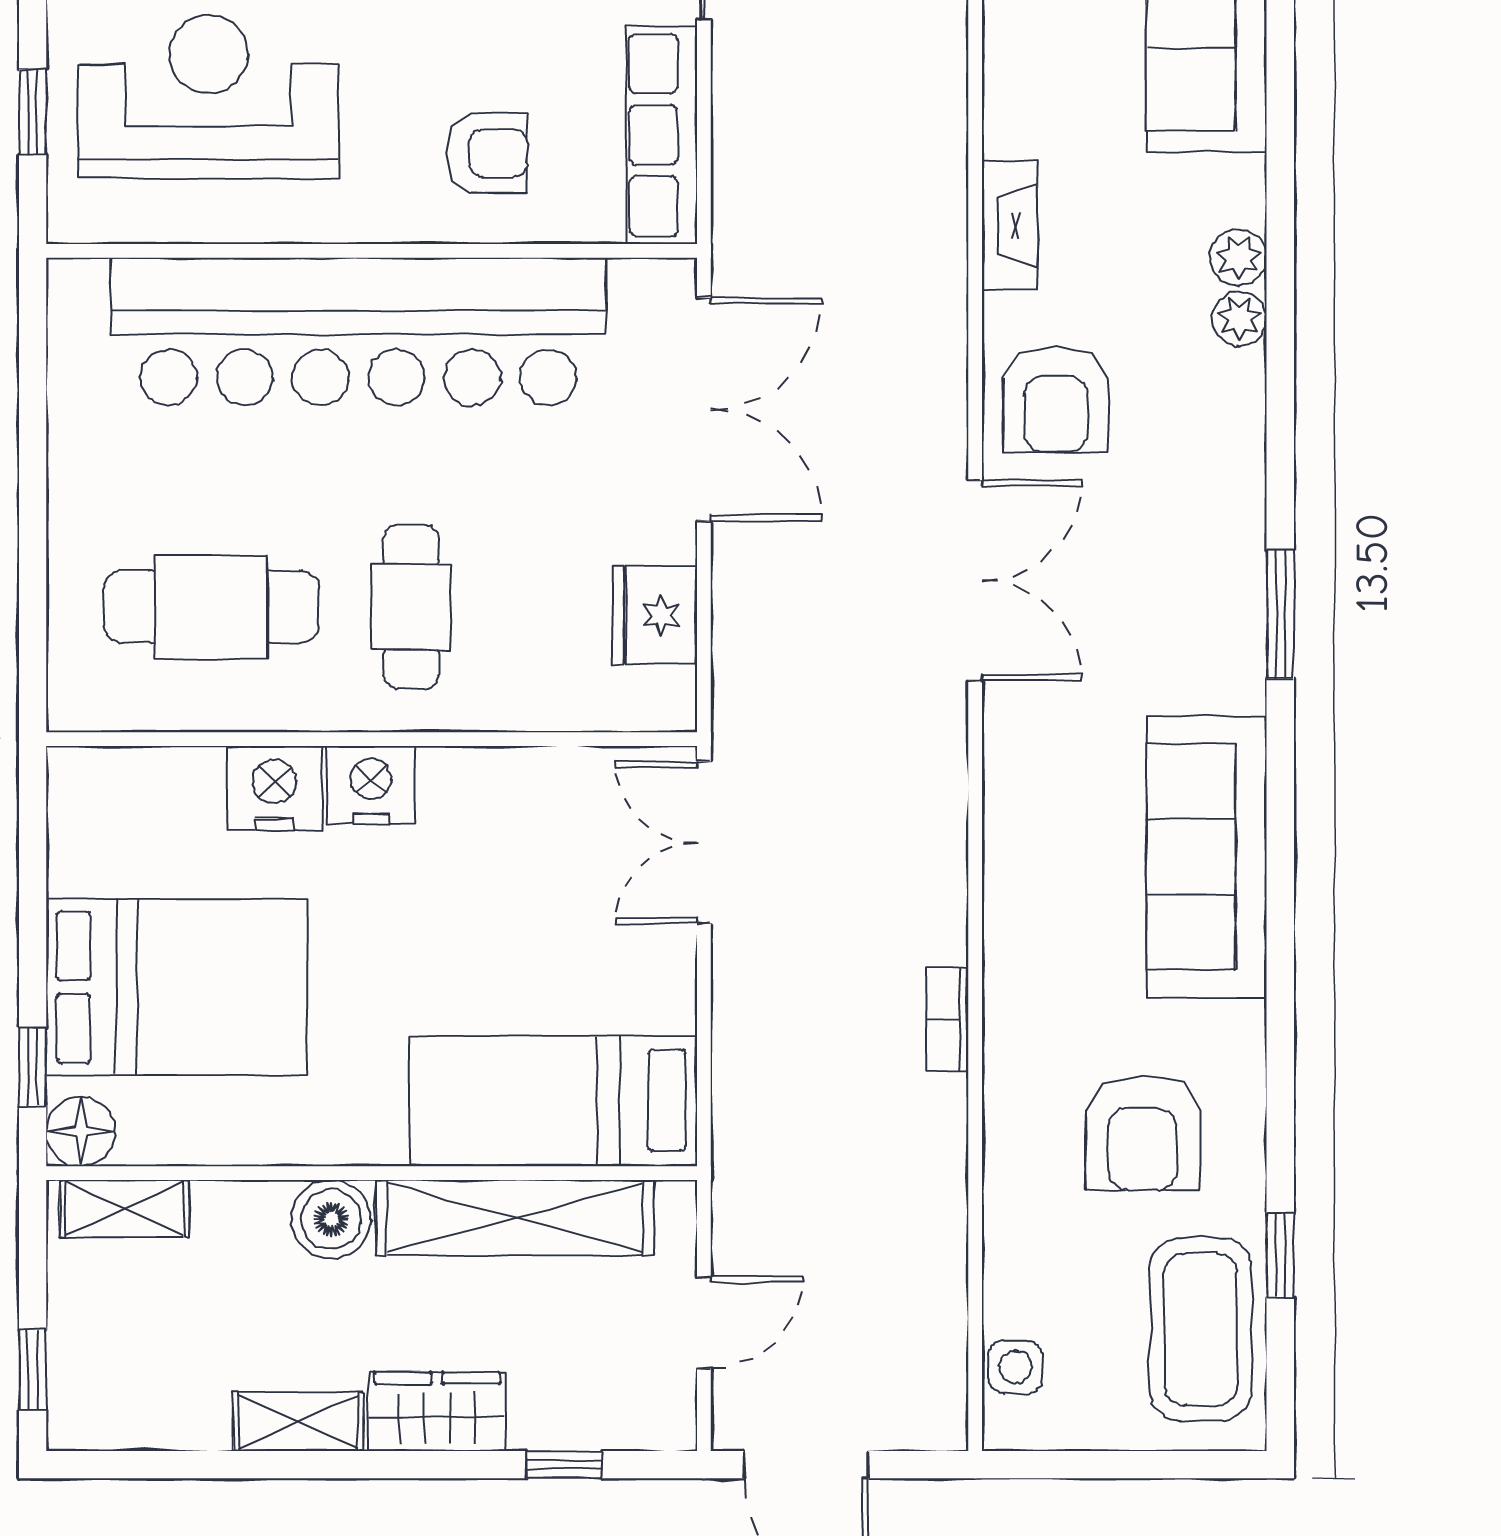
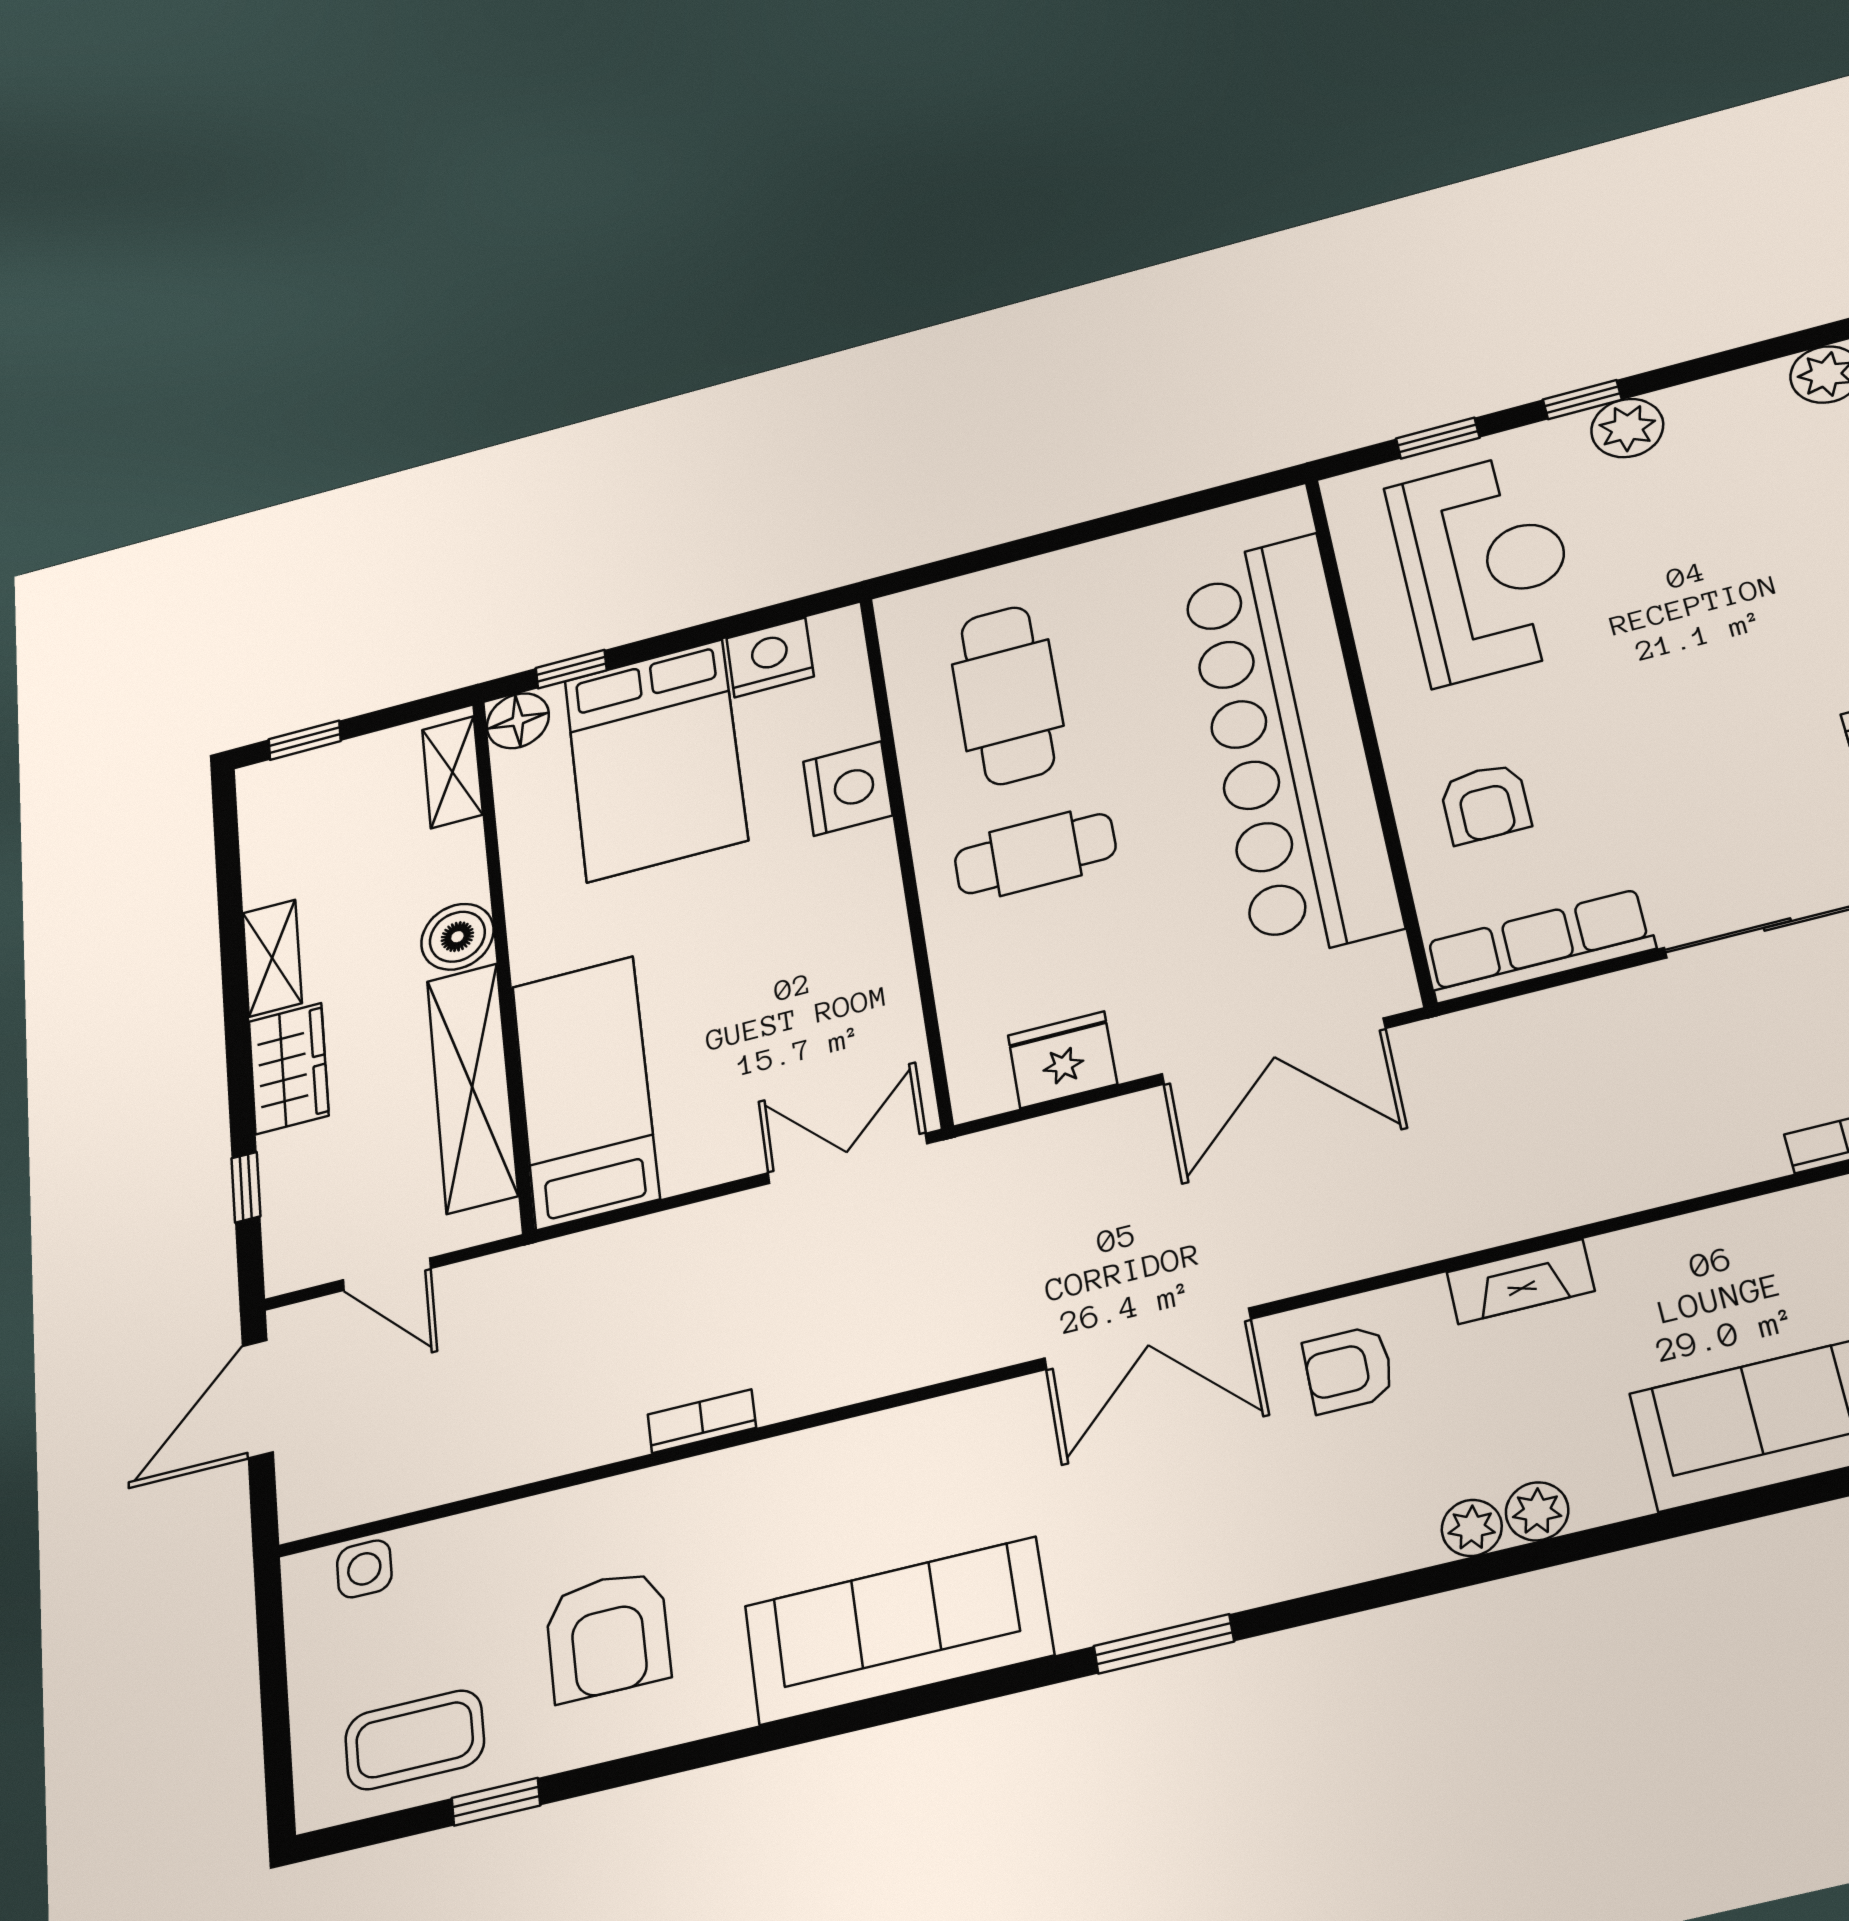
armchair: (1056, 399) -> (1349, 1369), width x0.72, depth x0.72
nightstand: (371, 785) -> (770, 657), moved, turned -90
armchair: (1143, 1133) -> (608, 1635), turned -90
coffee table: (1201, 1329) -> (415, 1740), width x0.73, depth x0.76

